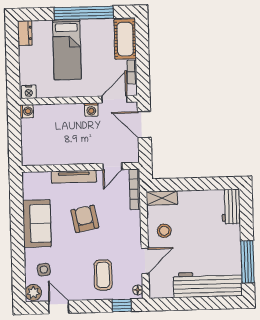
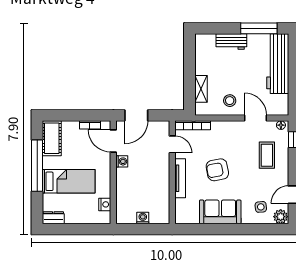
cot: (125, 39) -> (52, 138), moved, turned 90
nightstand: (29, 92) -> (105, 204), moved
washing machine: (27, 111) -> (143, 218), moved
shelving: (162, 198) -> (201, 89), moved
workbench: (231, 207) -> (231, 42), moved
coffee table: (103, 275) -> (267, 155), turned 90

